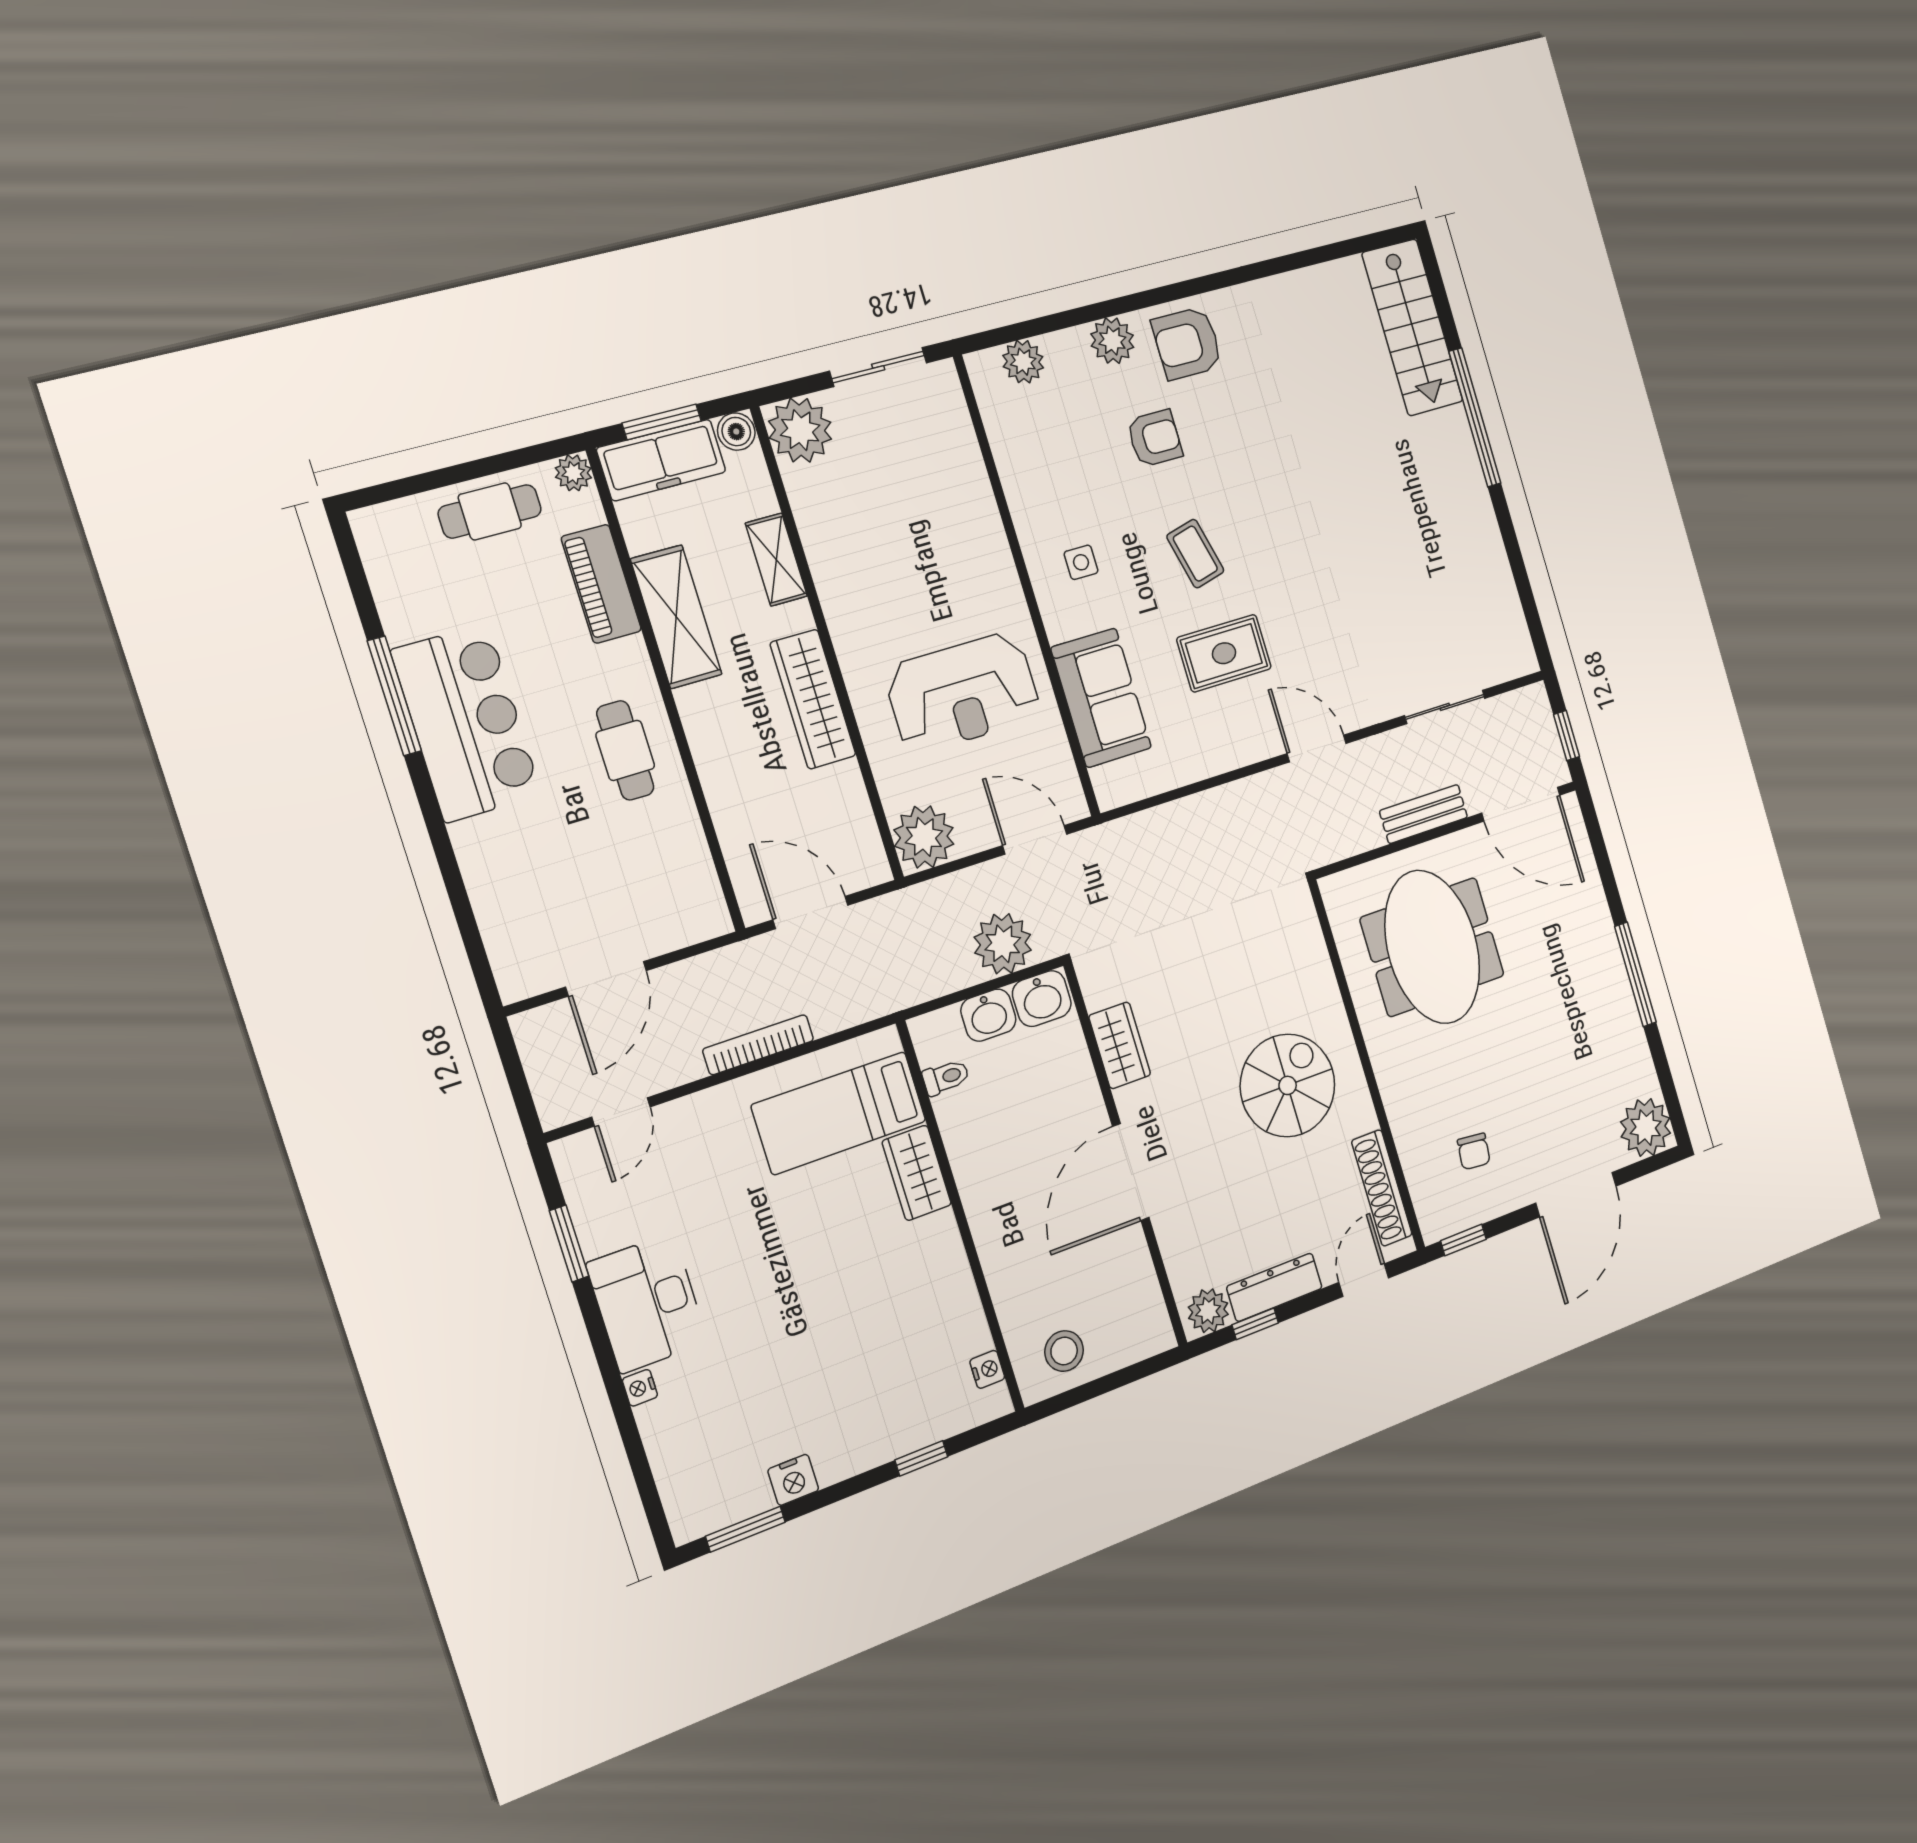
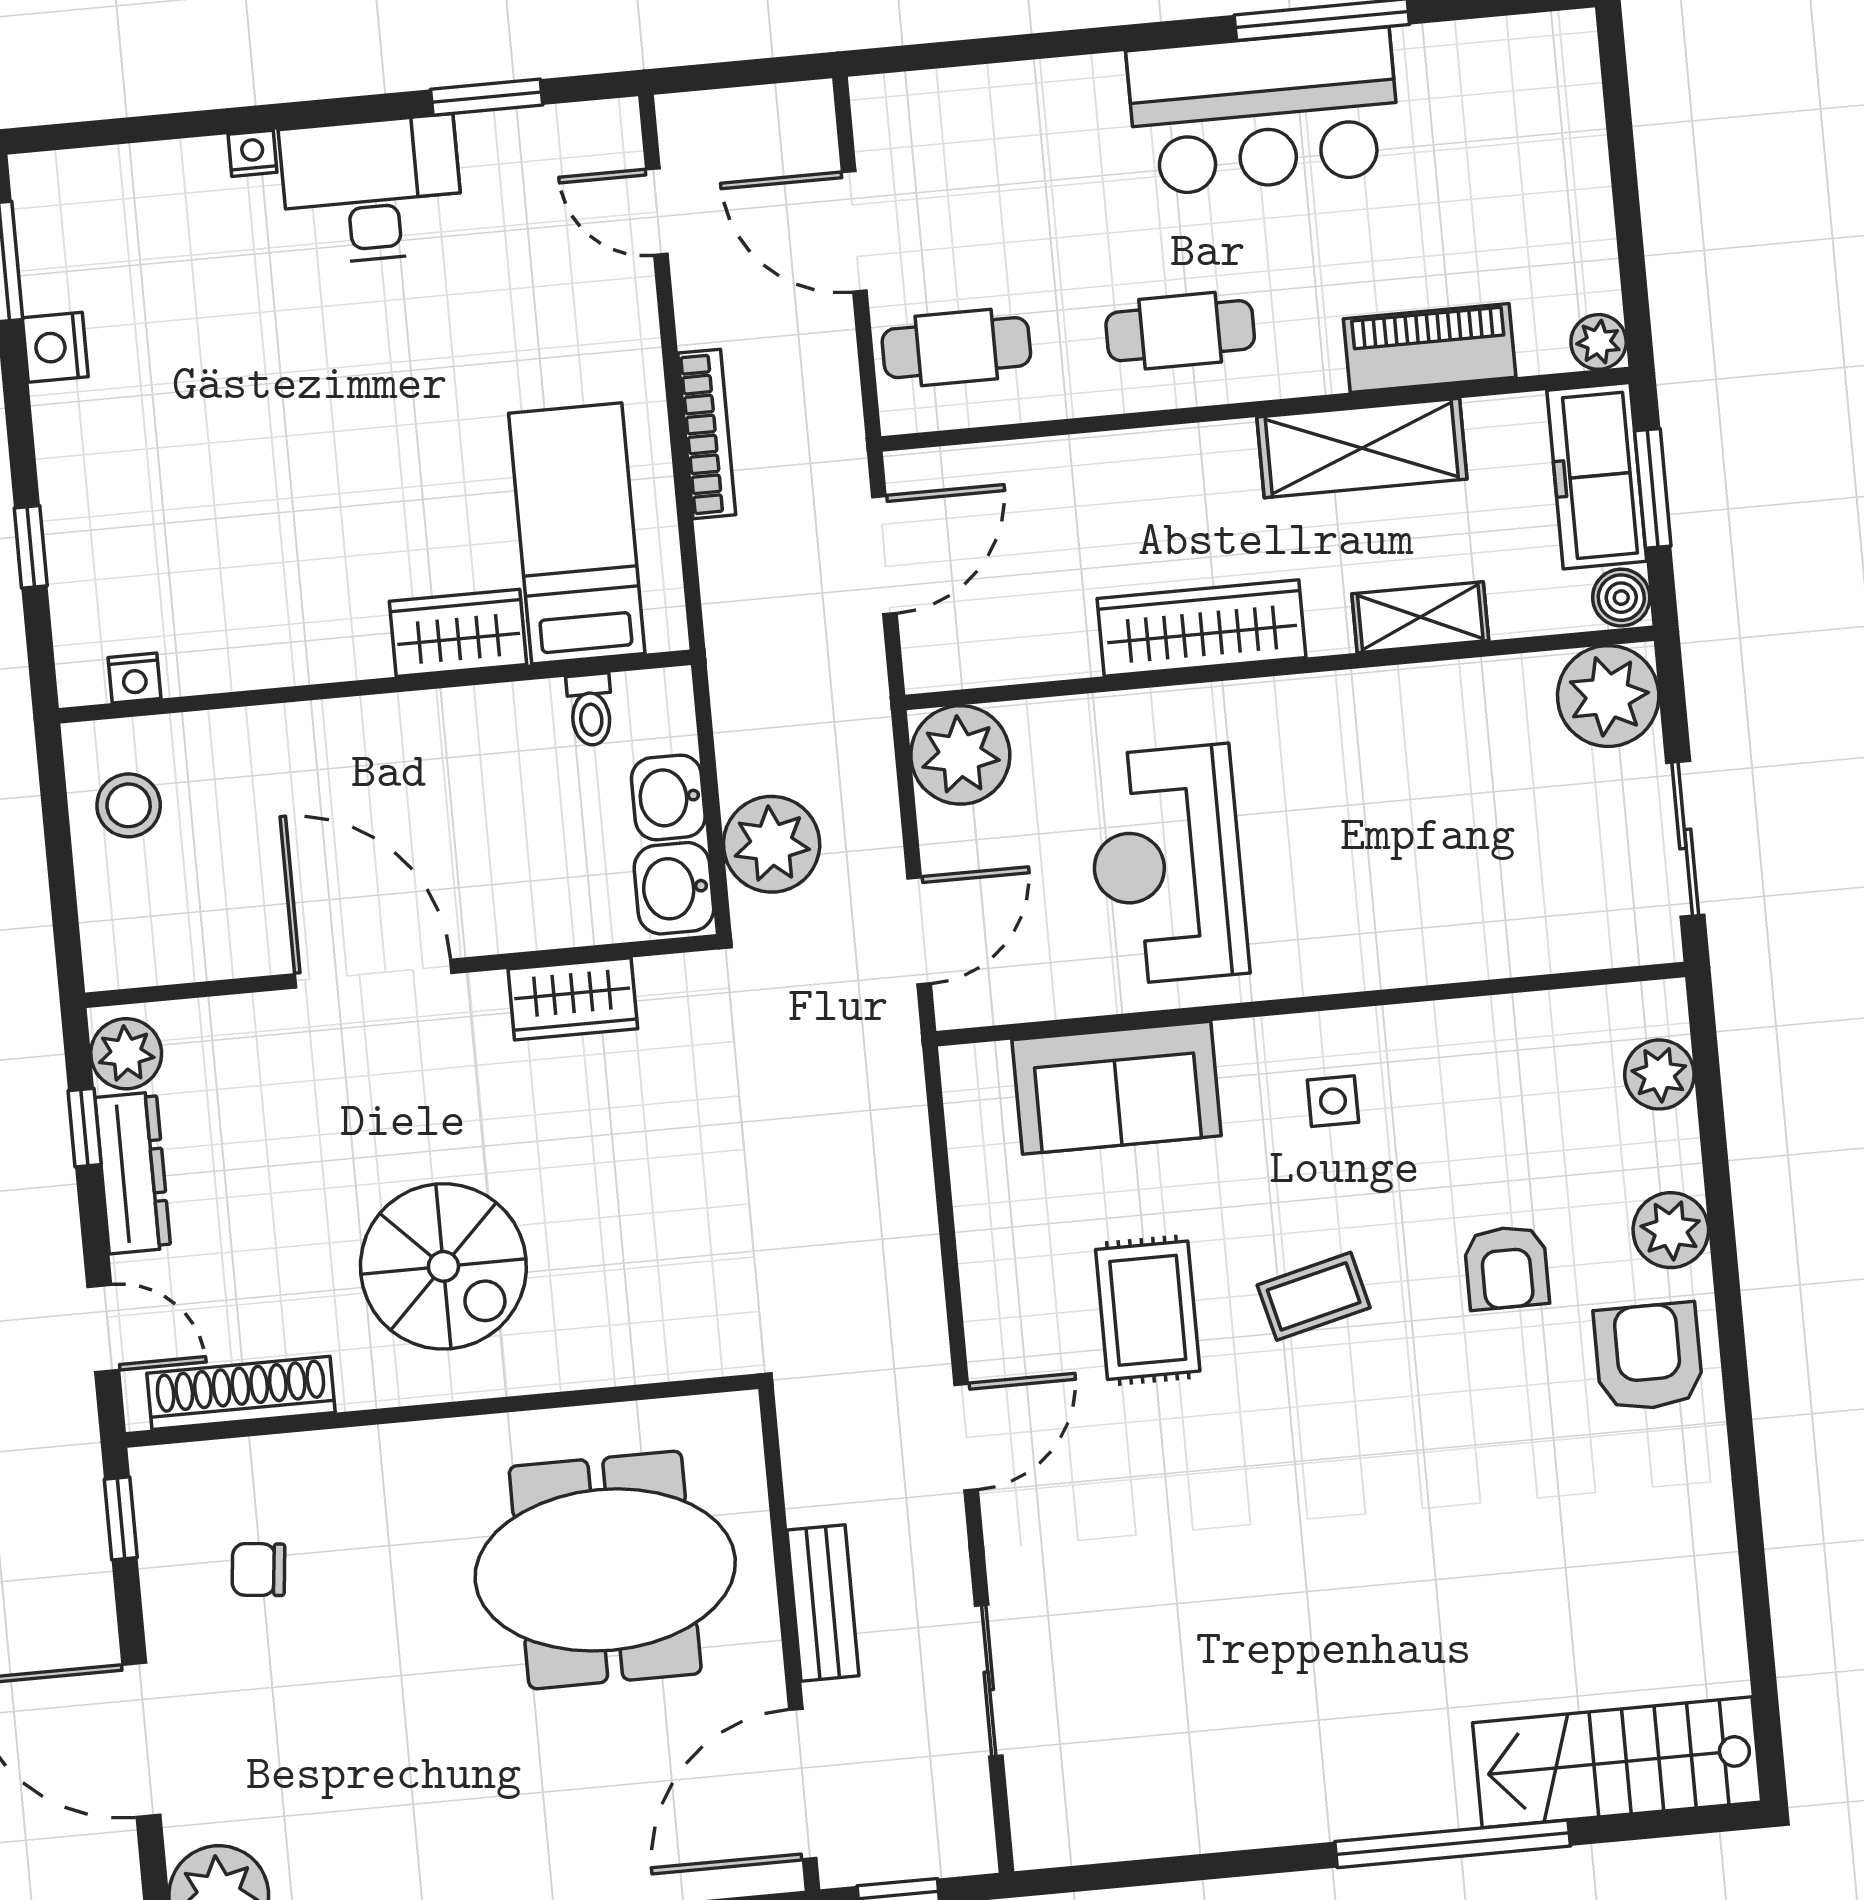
cafe table: (490, 511) -> (956, 348), moved, turned 90

